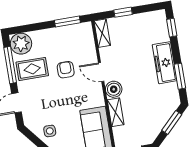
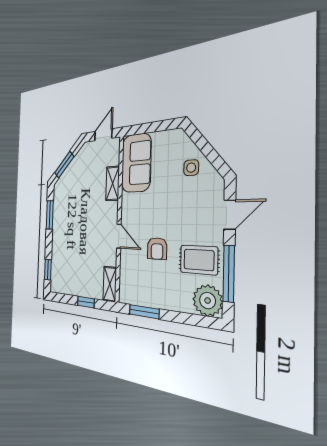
freezer: (165, 63) -> (60, 233), removed
boiler: (114, 89) -> (110, 212), removed

